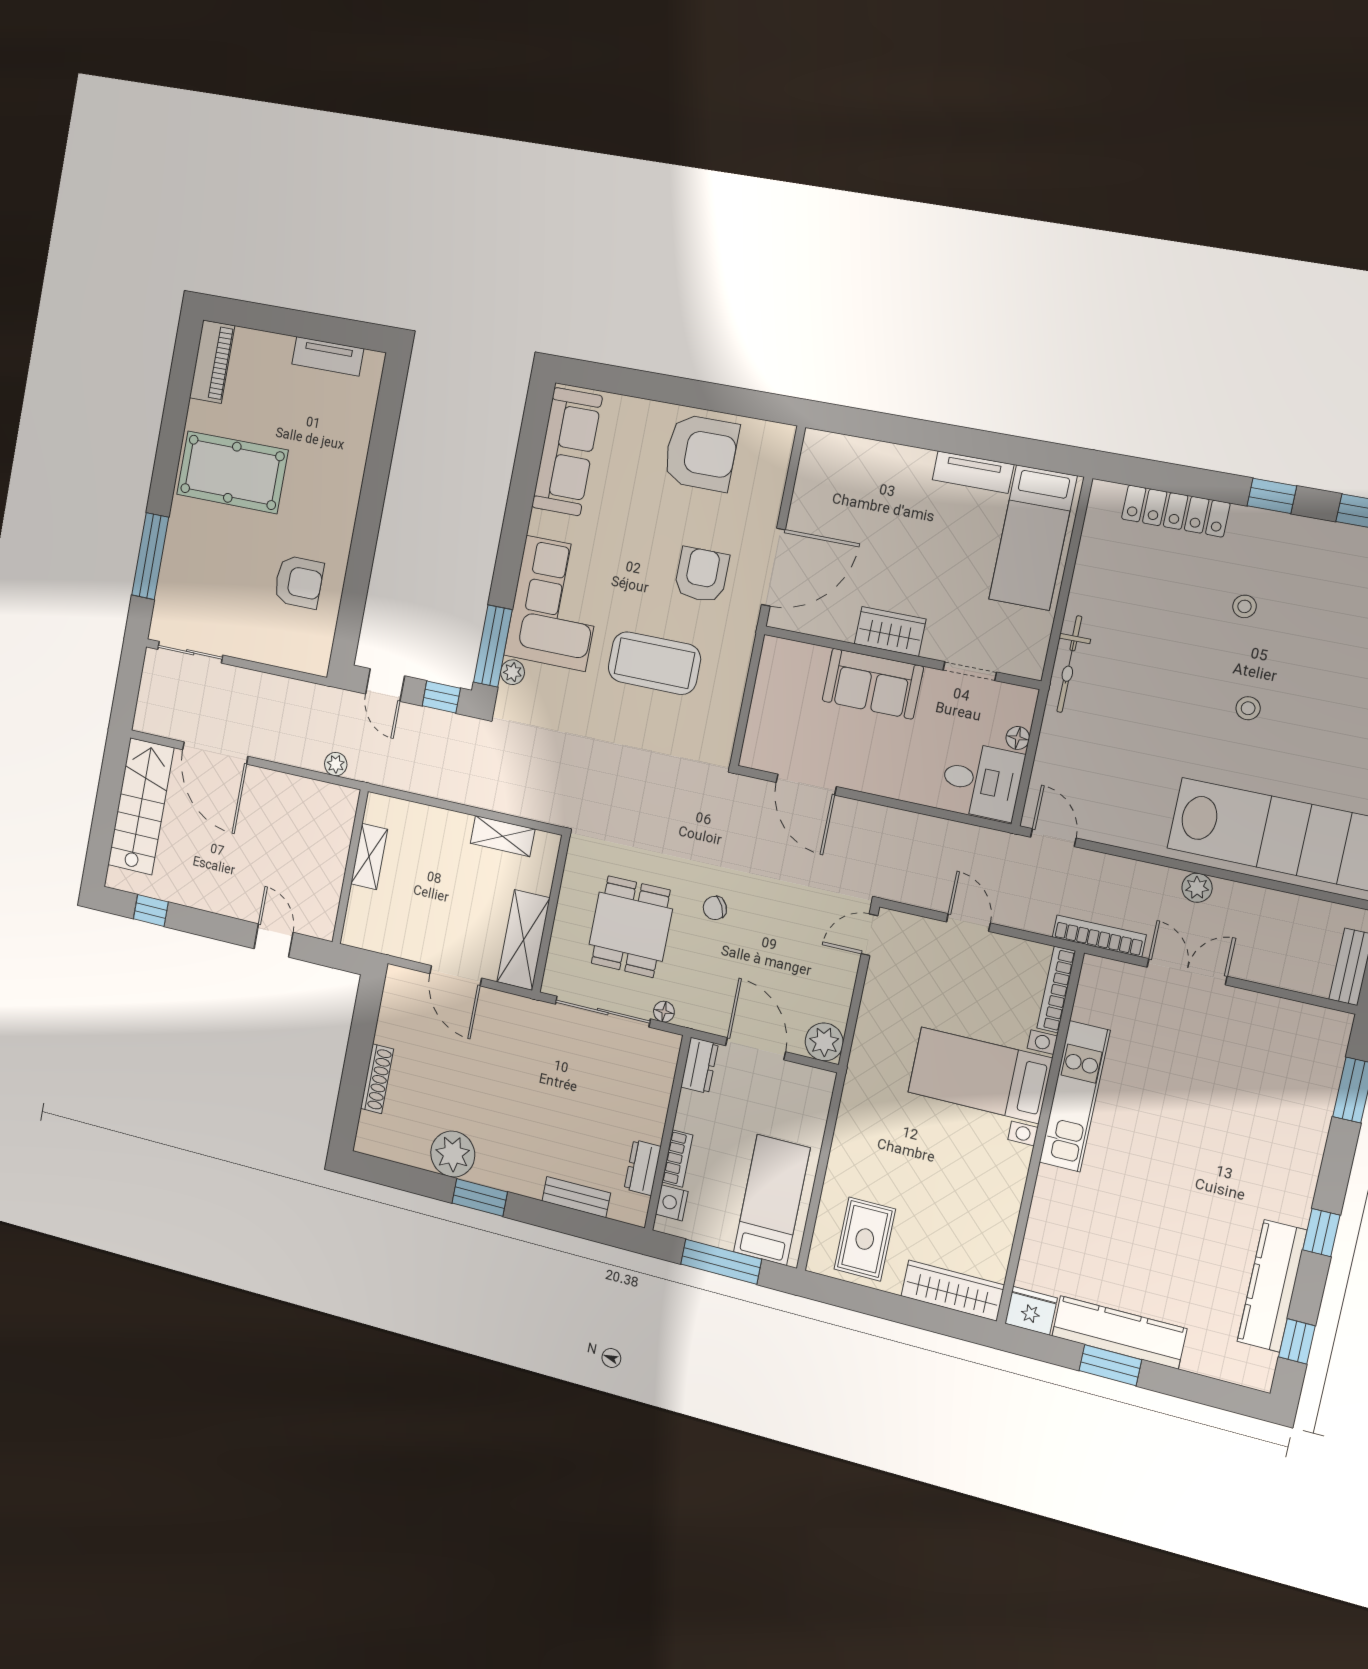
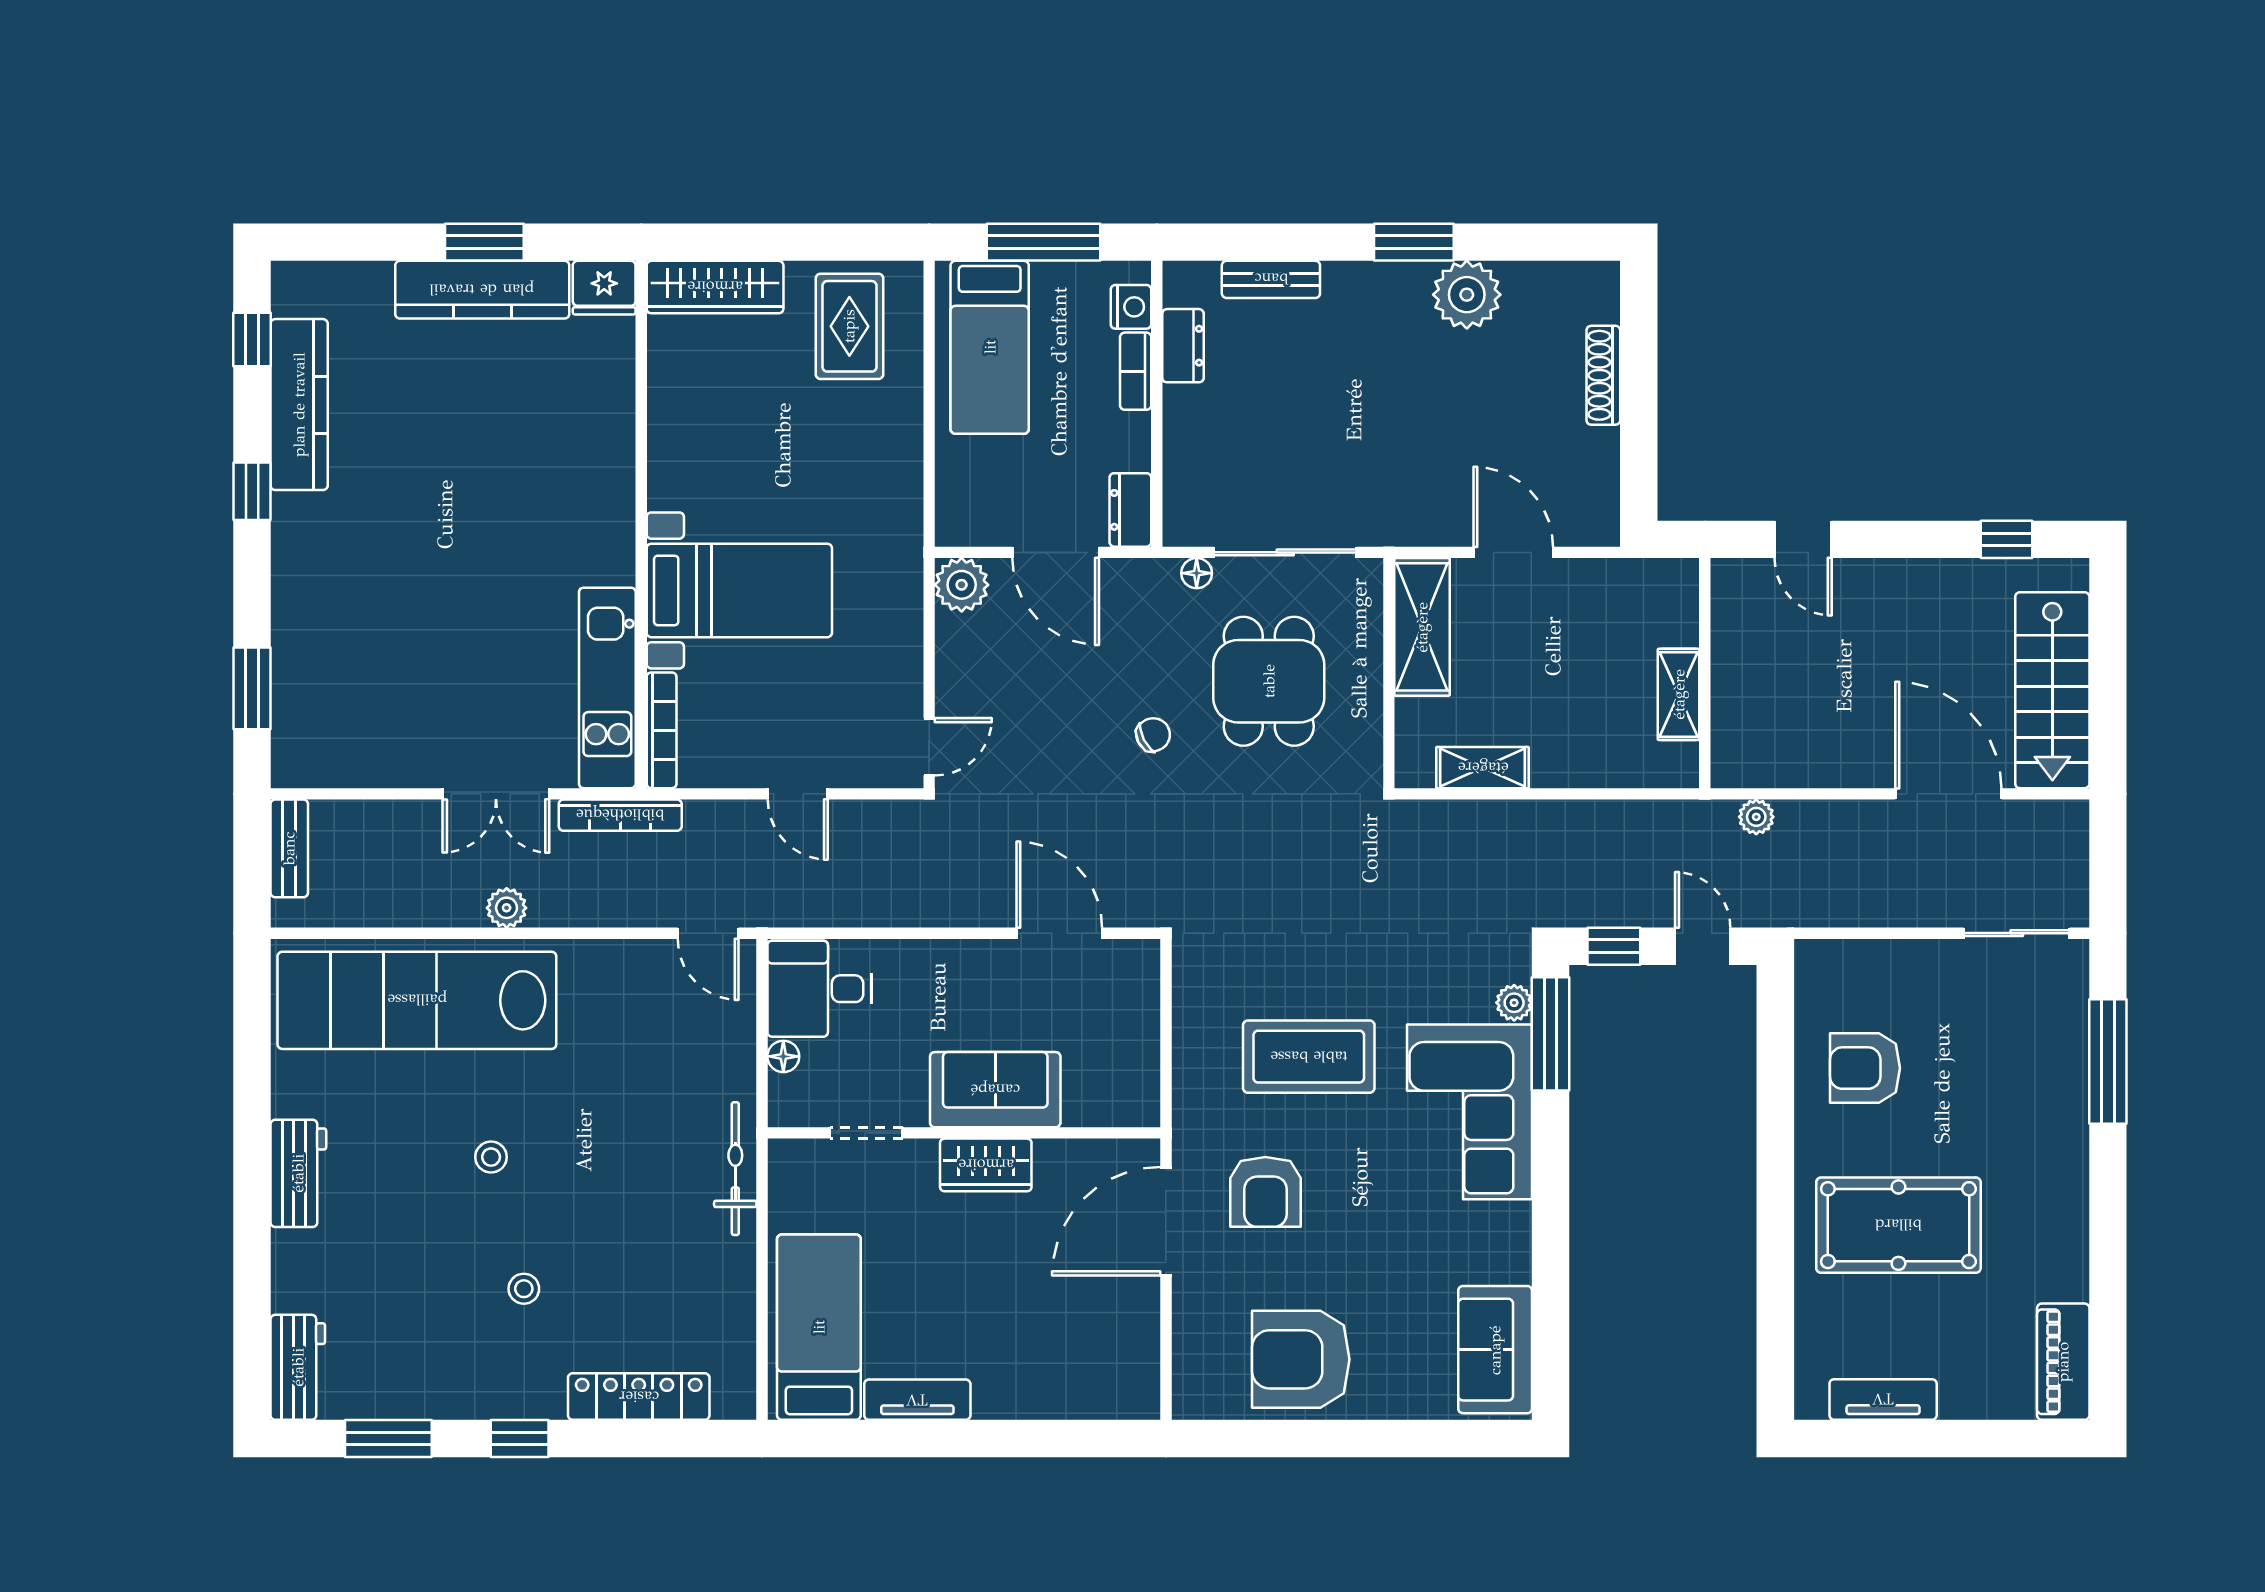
sofa: (567, 452) -> (1495, 1350), width x0.73
pool table: (232, 472) -> (1898, 1225), moved
kitchen unit: (1075, 1096) -> (607, 688), moved

